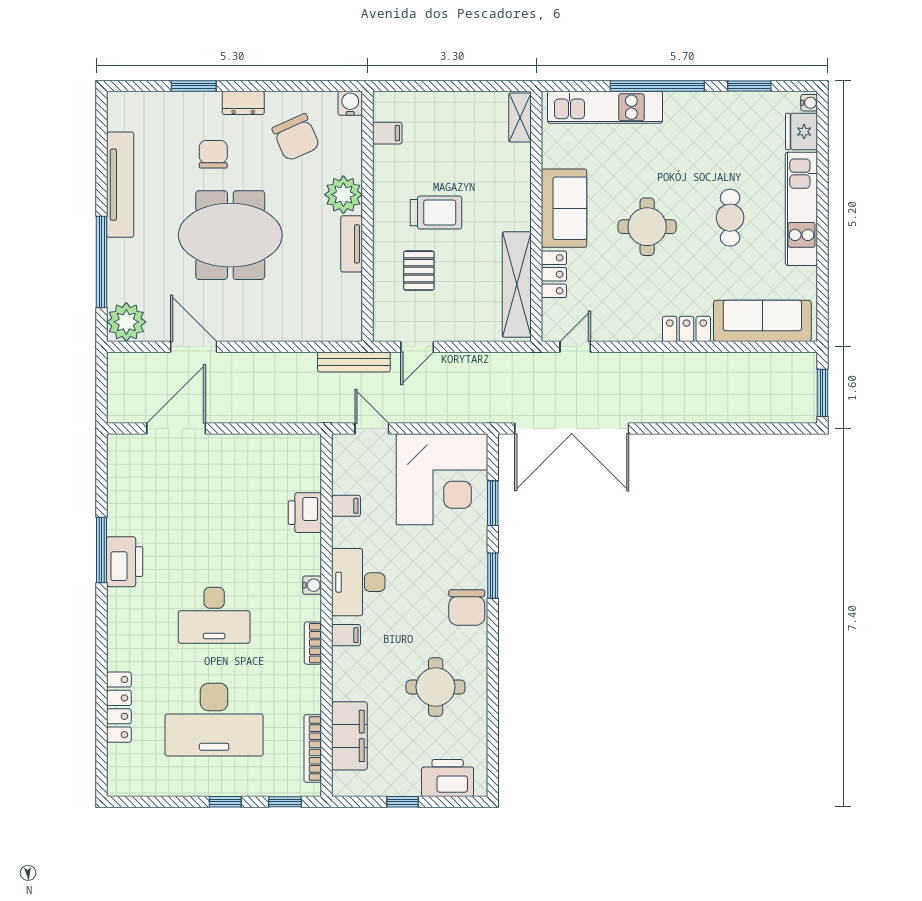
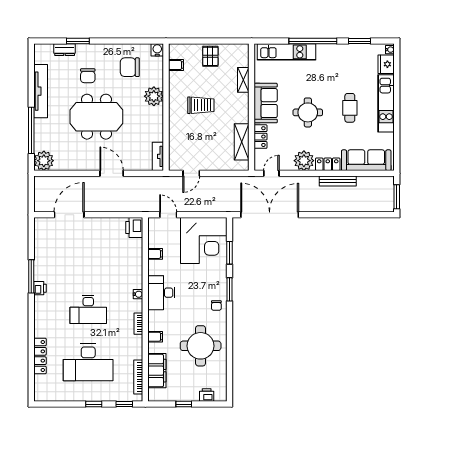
dresser: (243, 103) -> (65, 50), moved
shelving: (520, 118) -> (243, 80), moved
chair: (296, 137) -> (130, 67), turned 114
chair: (213, 154) -> (88, 76), turned 180
tv unit: (352, 244) -> (158, 156), moved
pallet: (419, 271) -> (210, 56), moved
shelving: (517, 285) -> (242, 142), width x0.68
plant: (639, 322) -> (304, 161), added
door: (194, 347) -> (112, 173), moved
bench: (354, 362) -> (338, 181), moved
double door: (572, 429) -> (270, 215), swing flipped
printer: (305, 513) -> (134, 228), moved
printer: (125, 562) -> (40, 288), width x0.53, depth x0.68
chair: (467, 608) -> (216, 306), width x0.54, depth x0.54
filing cabinet: (346, 635) -> (155, 337), moved
round table: (436, 687) -> (201, 346), width x1.36, depth x1.36
printer: (448, 778) -> (207, 395), width x0.53, depth x0.68

